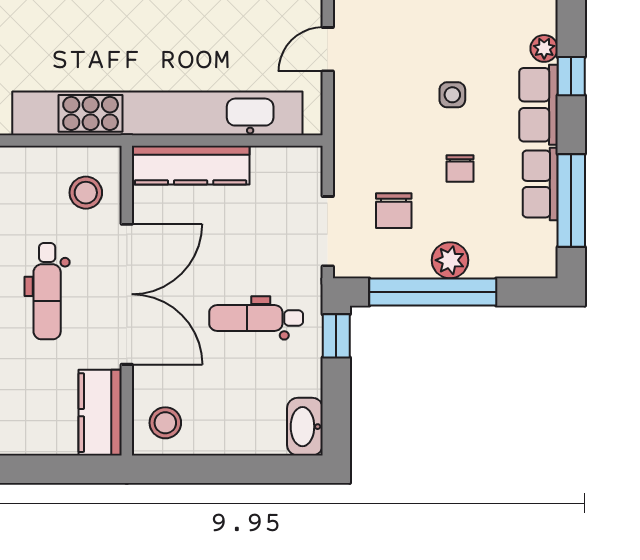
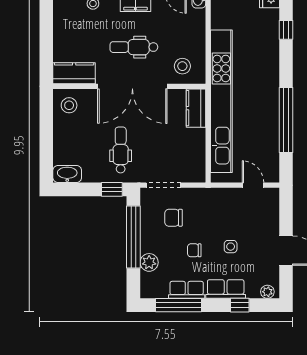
plant: (544, 48) -> (267, 292), moved
kitchen counter: (191, 165) -> (196, 108), width x0.67
plant: (450, 260) -> (149, 262), moved

